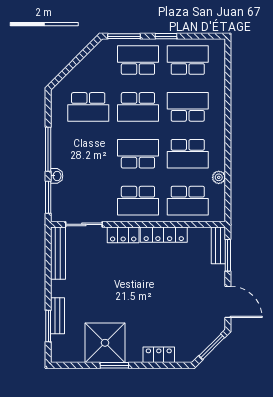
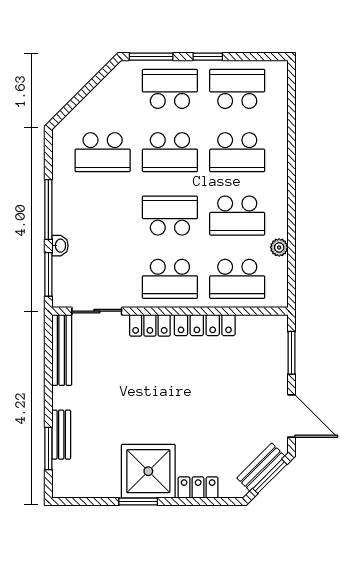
school desk: (188, 107) -> (237, 152), turned 180
bench: (218, 245) -> (261, 467), moved, turned 45
shower: (105, 343) -> (148, 471), moved

